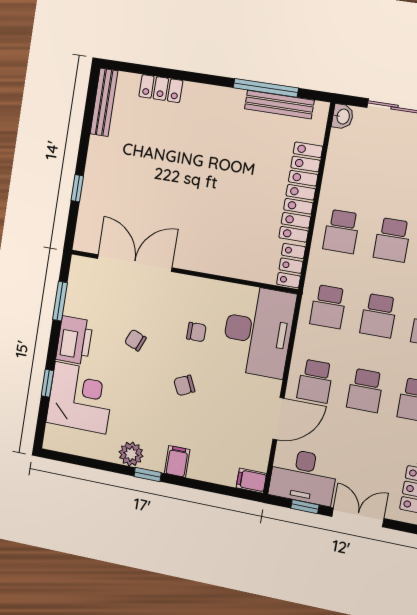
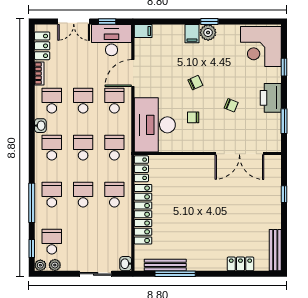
corner desk: (80, 398) -> (261, 47), moved
plant: (131, 454) -> (208, 32), moved

